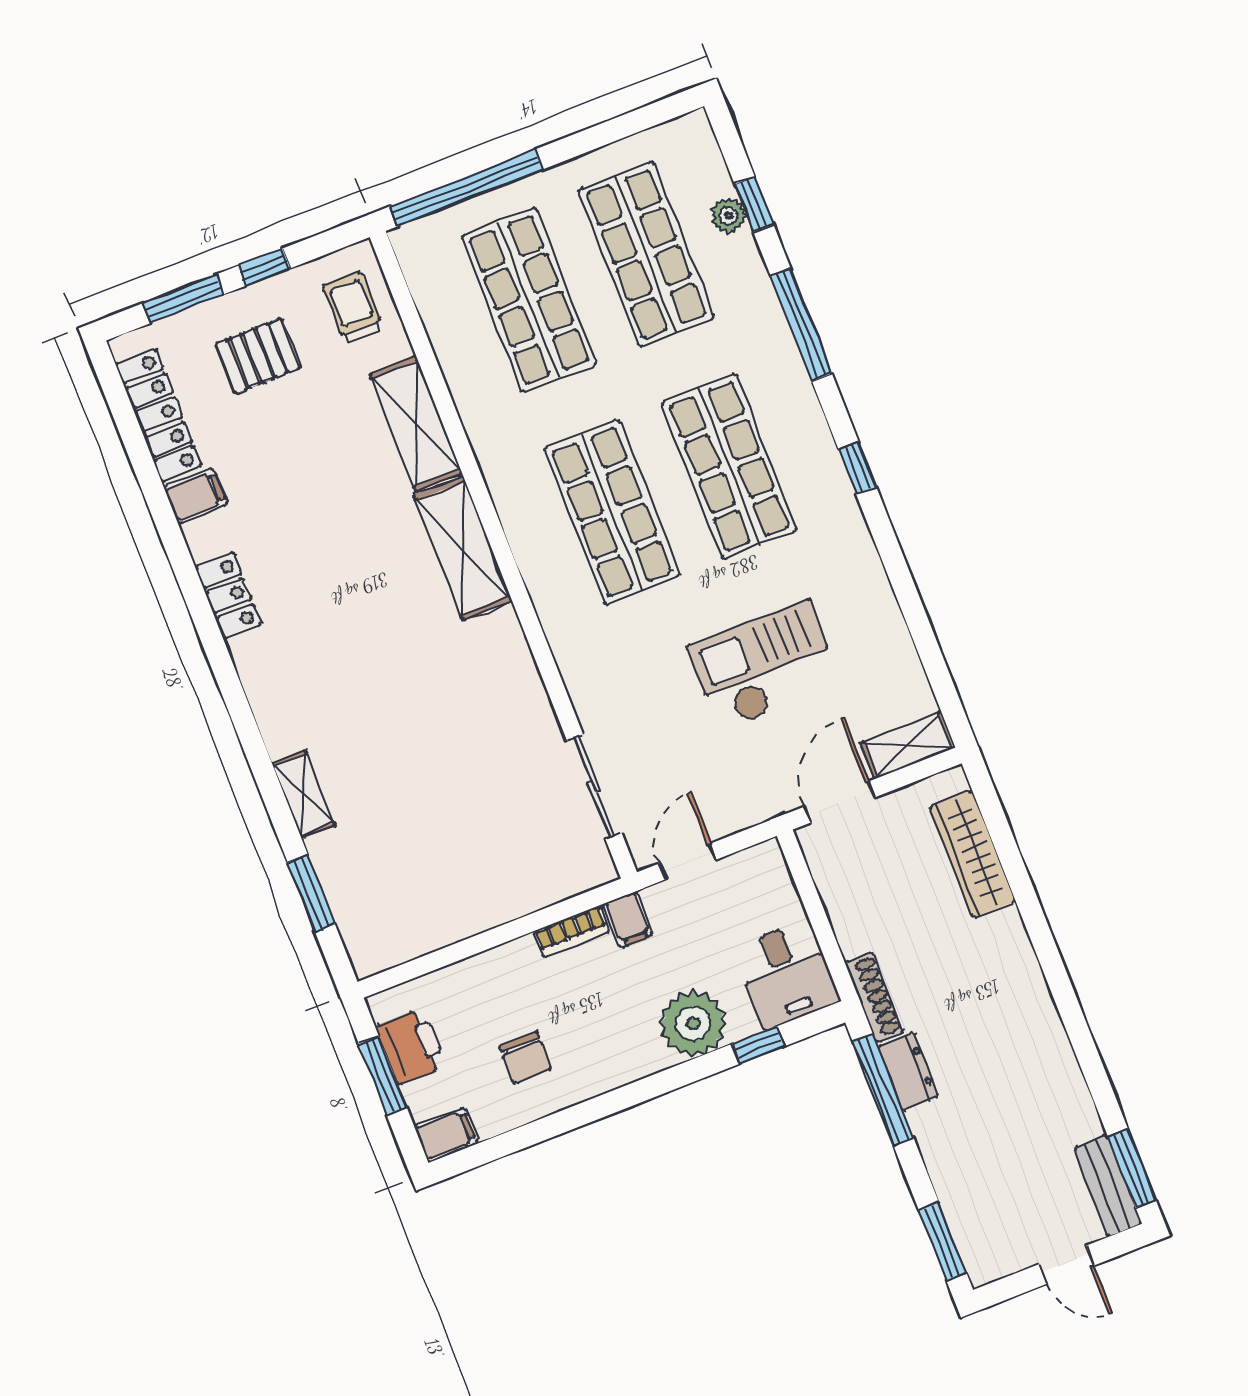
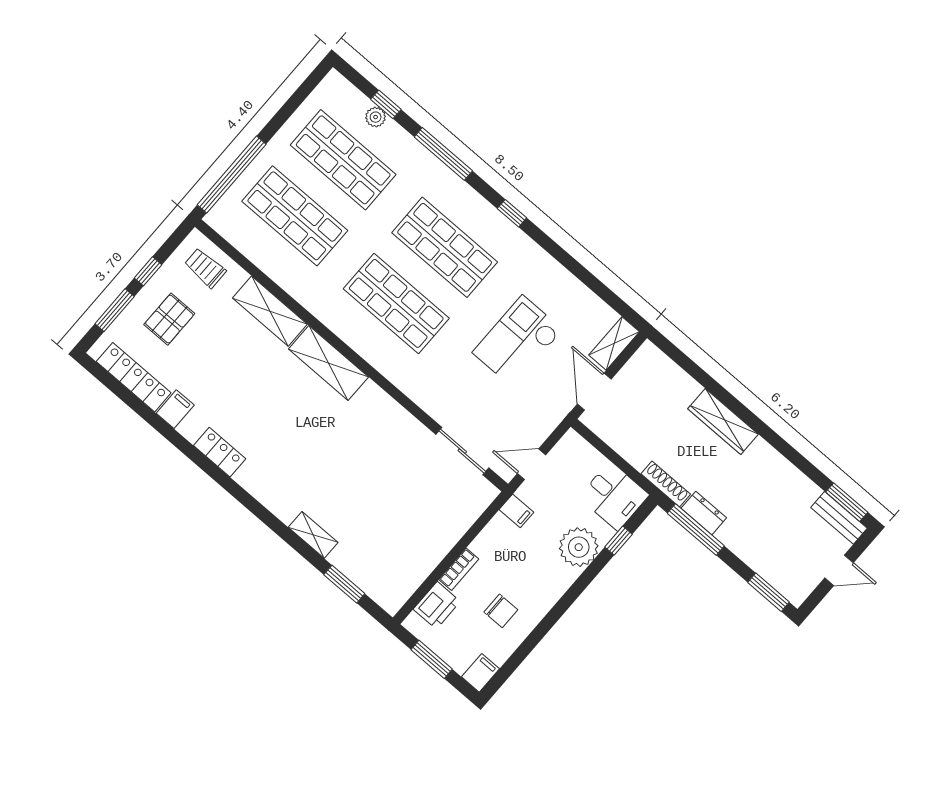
wardrobe: (973, 854) -> (723, 421), moved
door: (688, 862) -> (532, 464), hinge flipped
bookcase: (572, 932) -> (459, 569), moved
printer: (411, 1046) -> (437, 605), moved, turned 90

